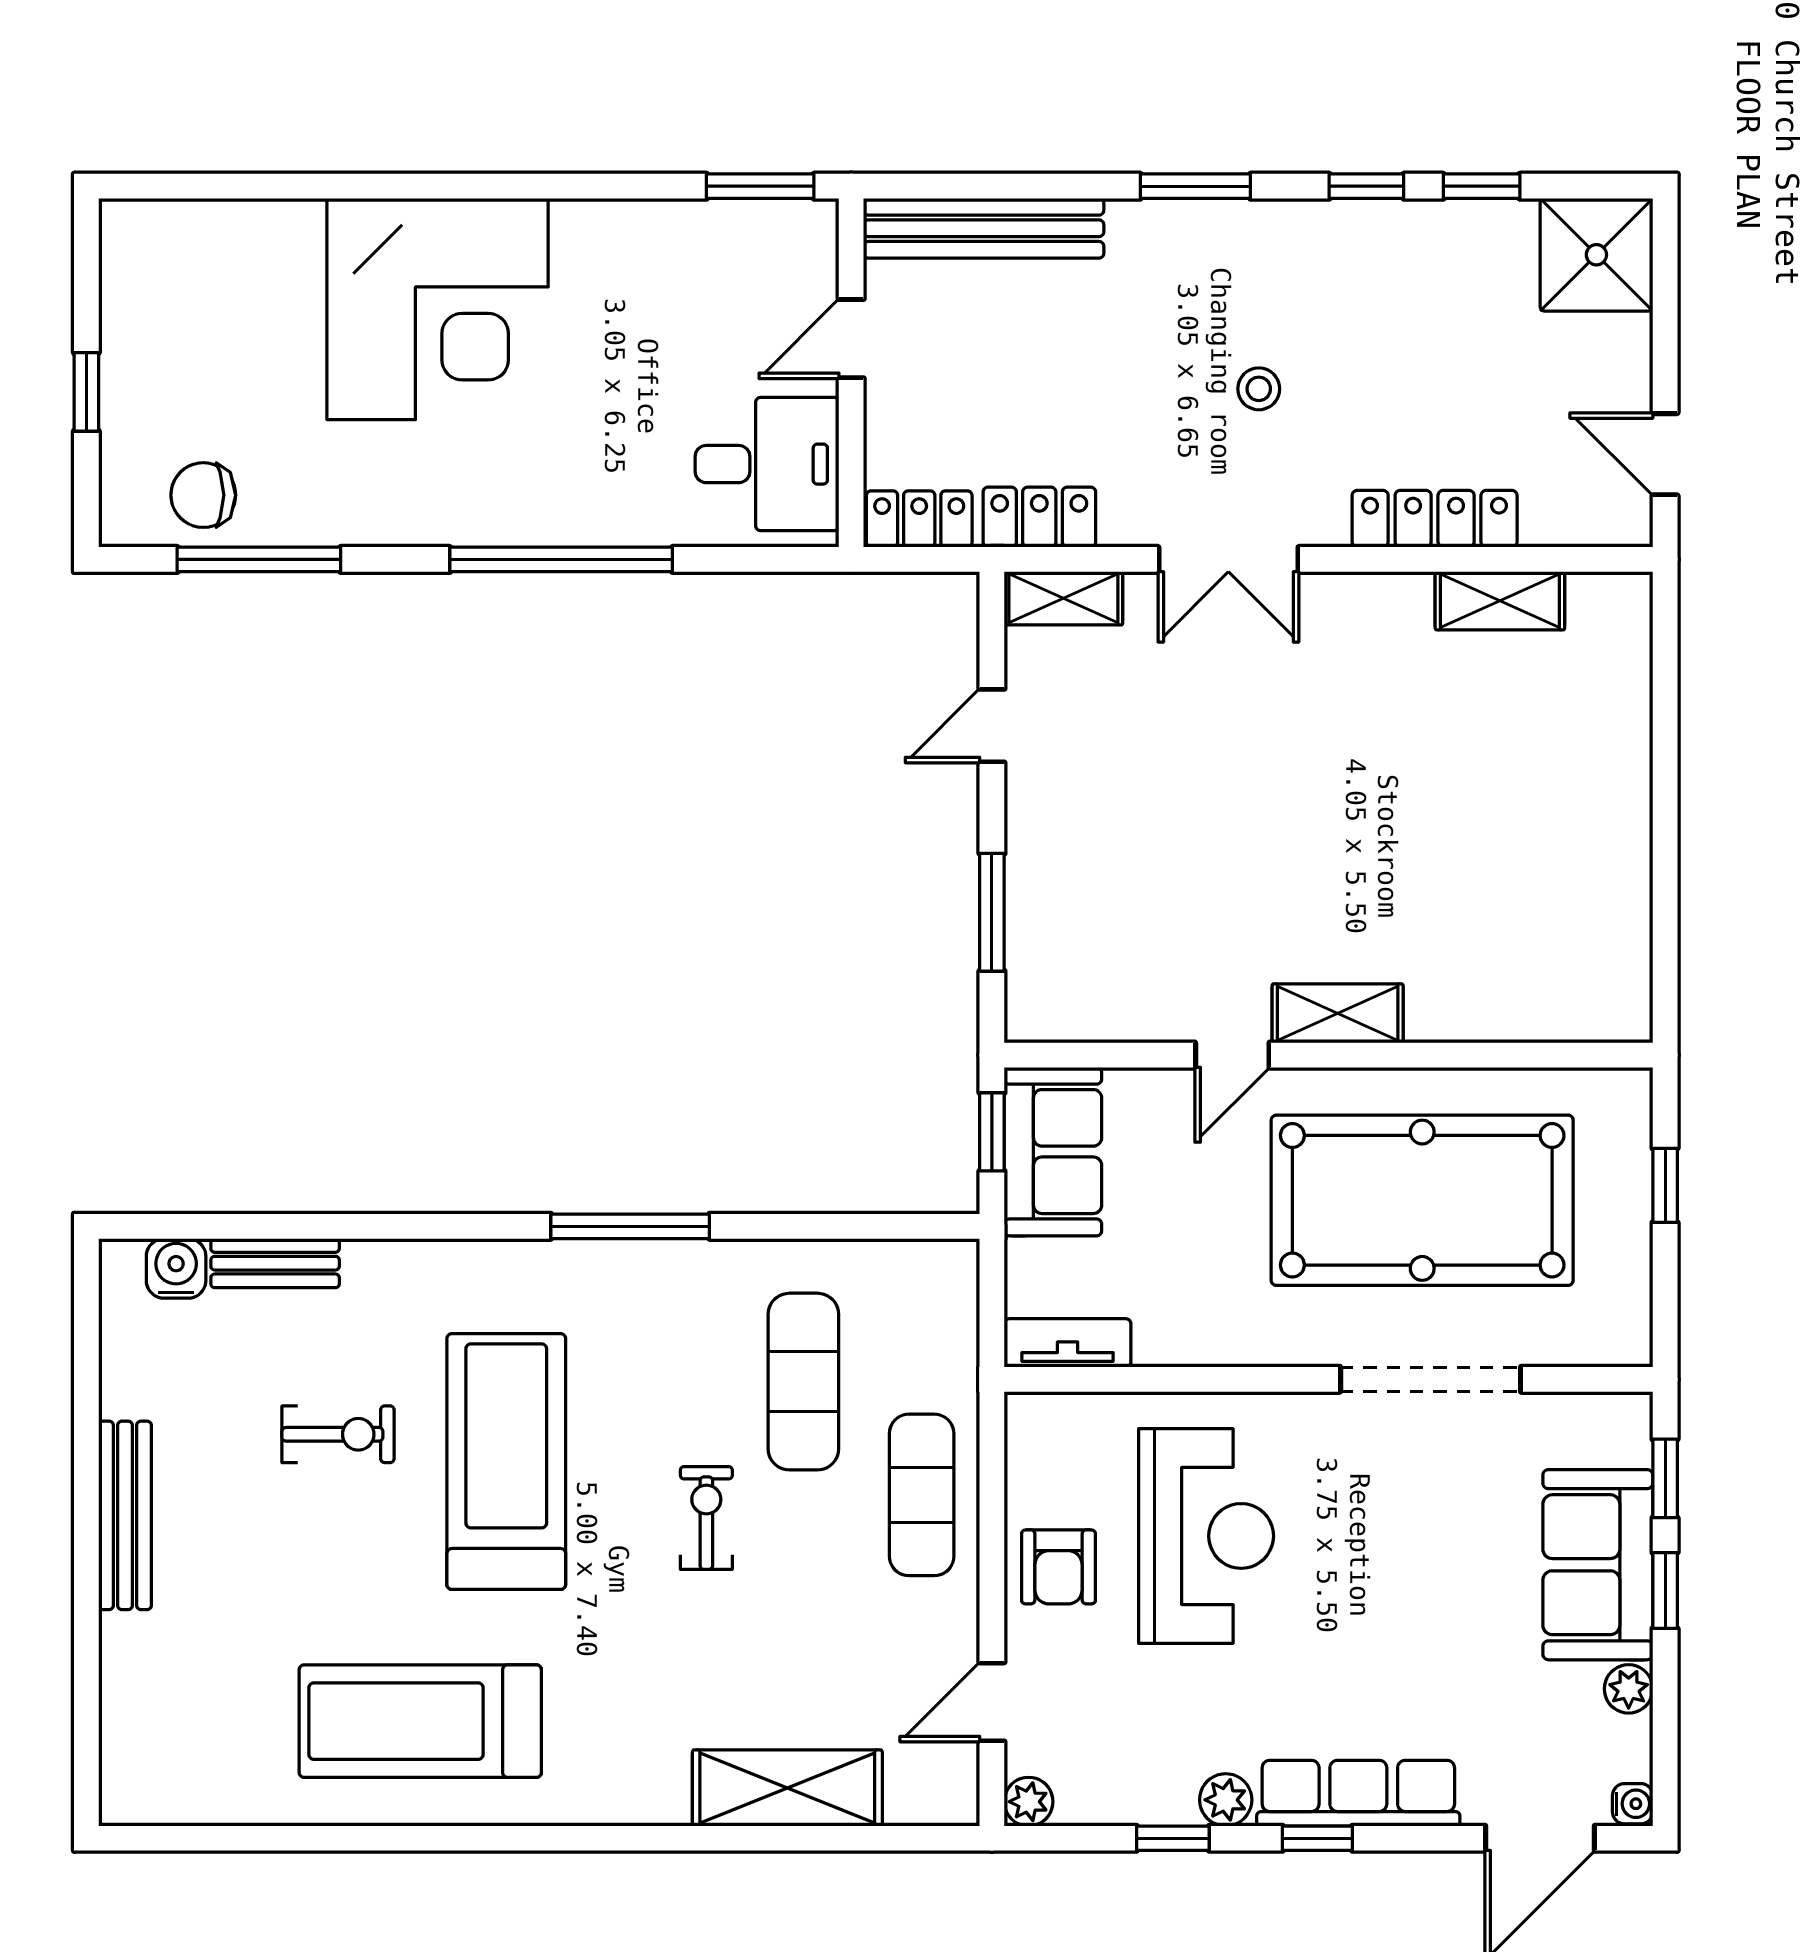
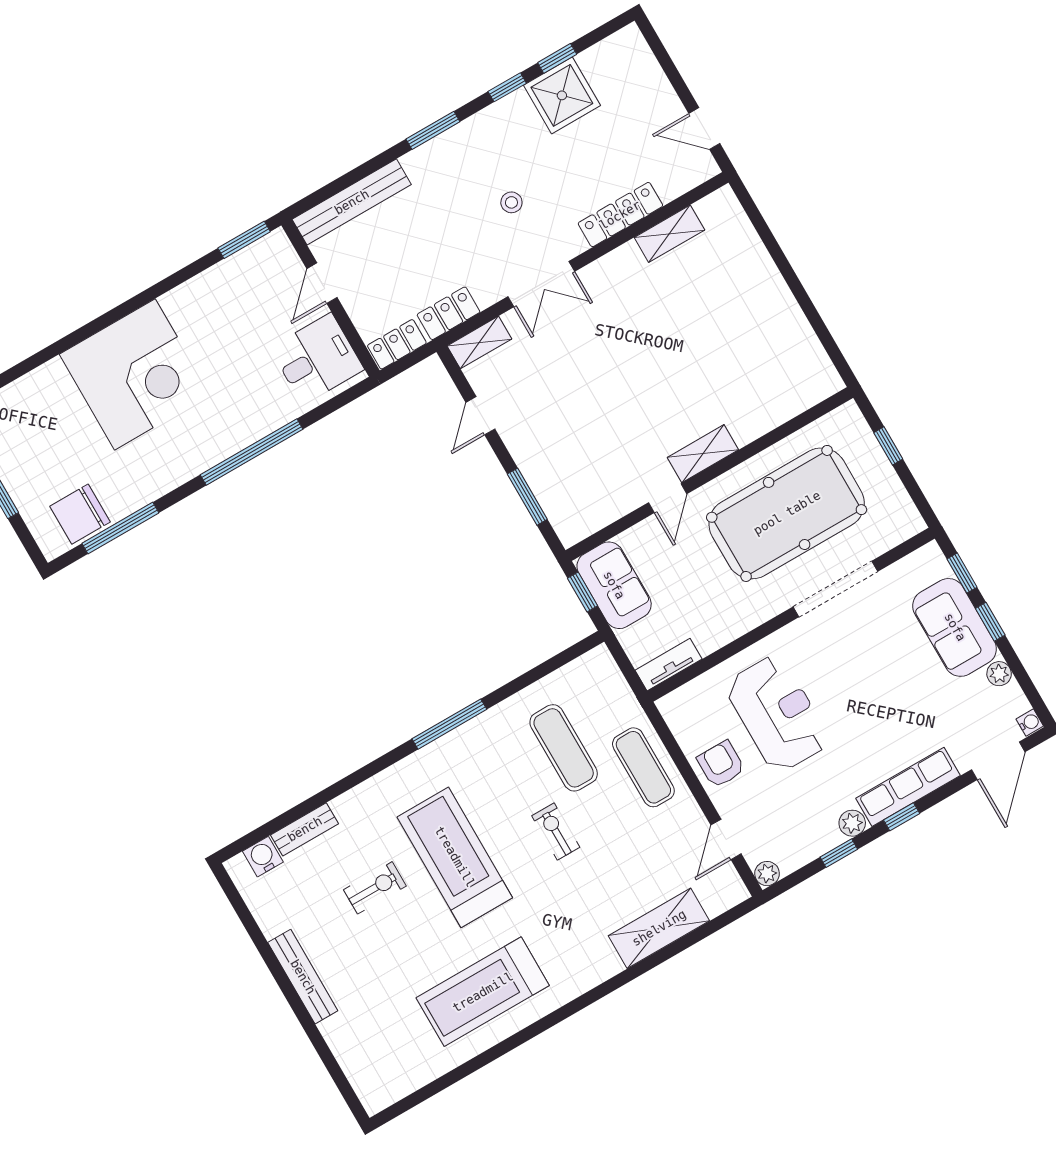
shower: (1596, 255) -> (562, 95), moved
chair: (203, 495) -> (80, 514), width x1.37, depth x1.37
armchair: (1058, 1567) -> (721, 764), turned 180

